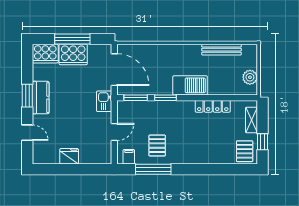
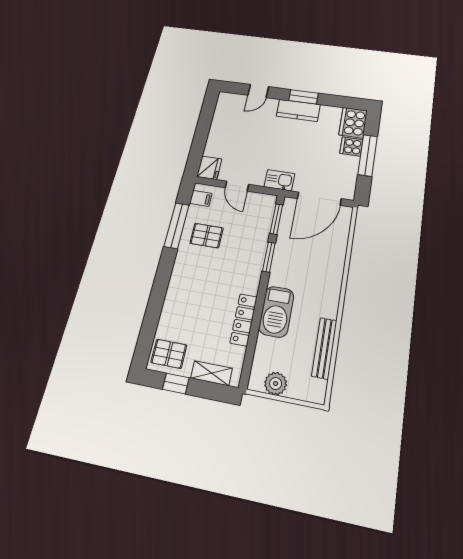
cooker: (73, 54) -> (351, 146), width x0.53, depth x0.76
barbecue: (190, 85) -> (276, 312), moved
fridge: (69, 156) -> (209, 168), moved

